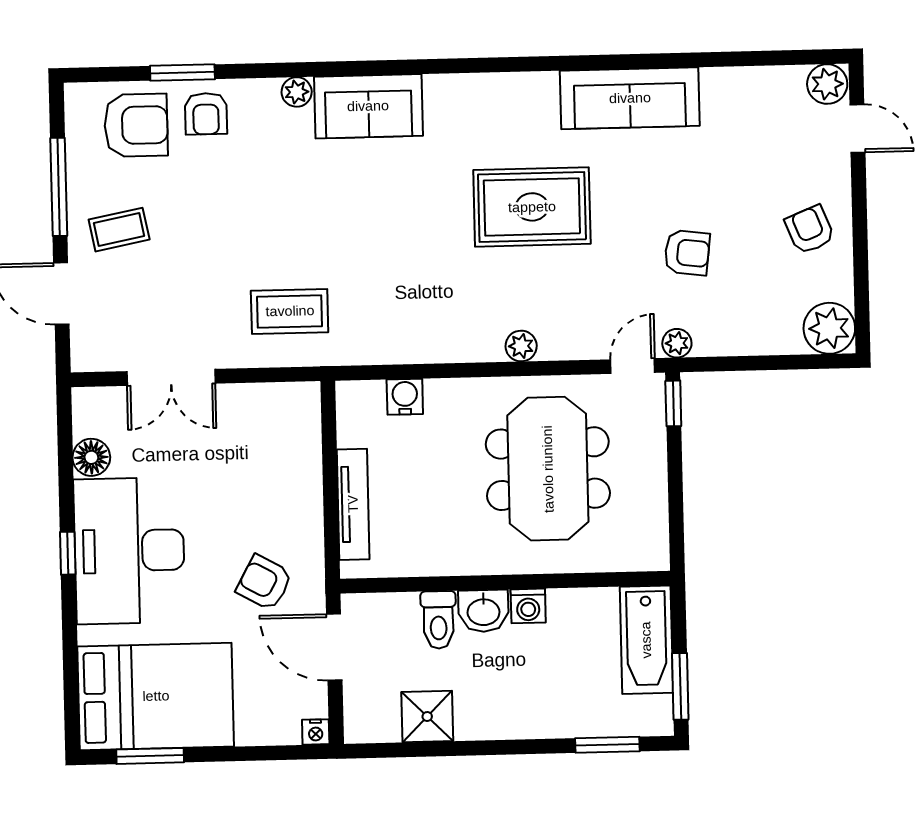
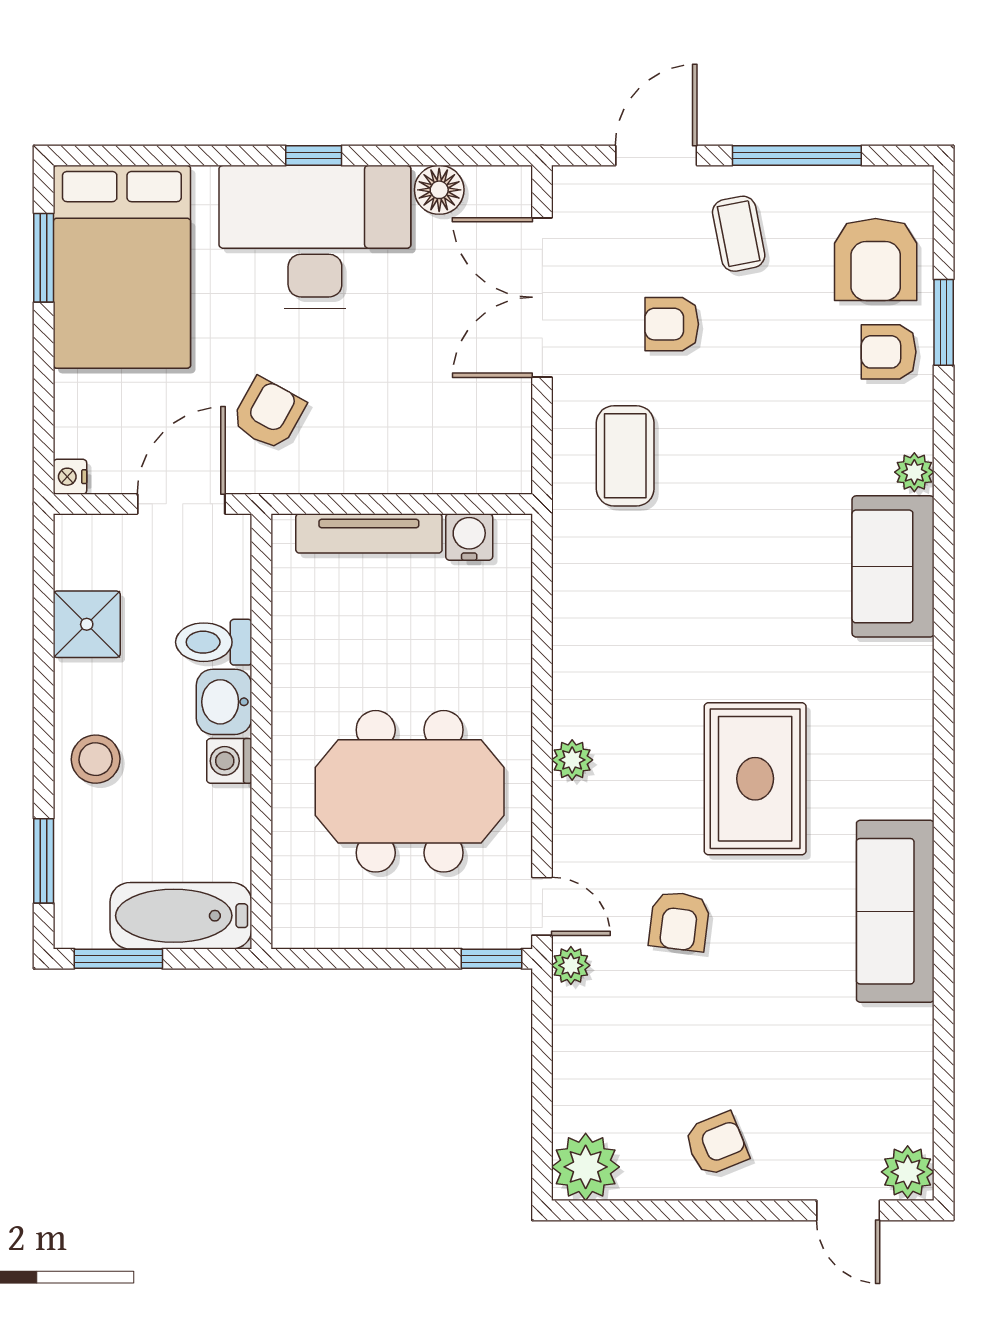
door: (857, 128) -> (848, 1210), hinge flipped
armchair: (687, 253) -> (679, 921), moved
armchair: (189, 279) -> (672, 324), added
double door: (171, 377) -> (542, 297), width x1.37
water cooler: (405, 397) -> (469, 537), moved, turned -90
stool: (529, 707) -> (96, 759), added

